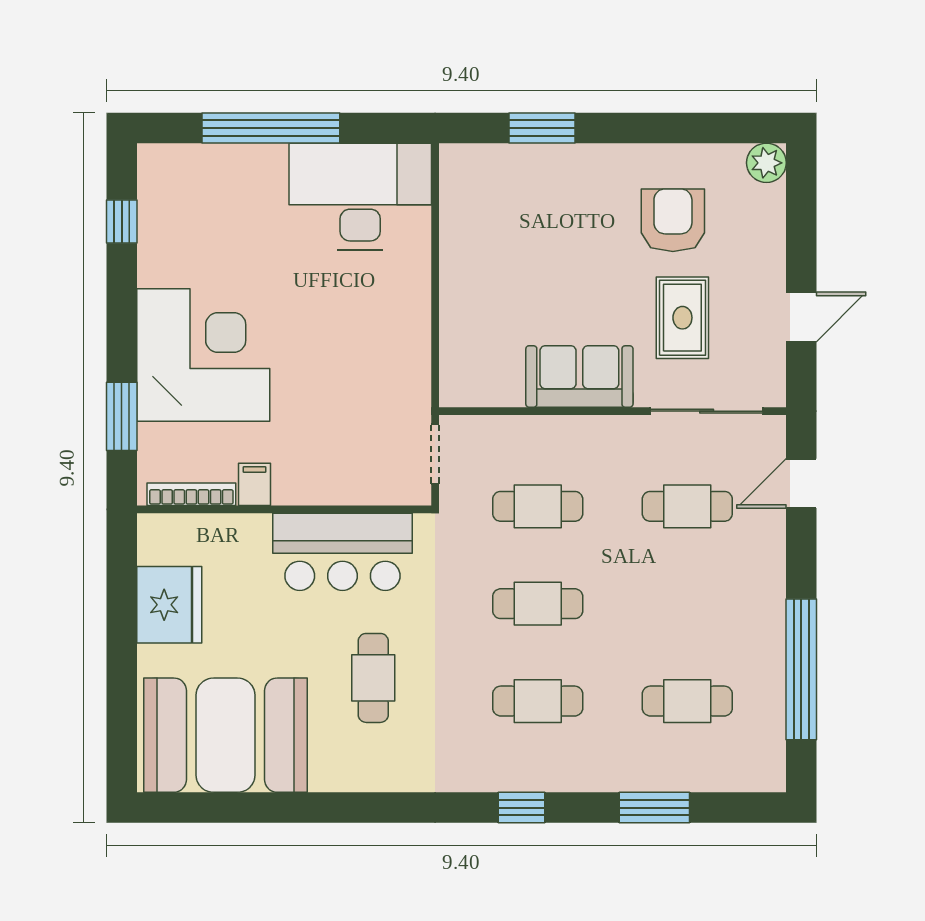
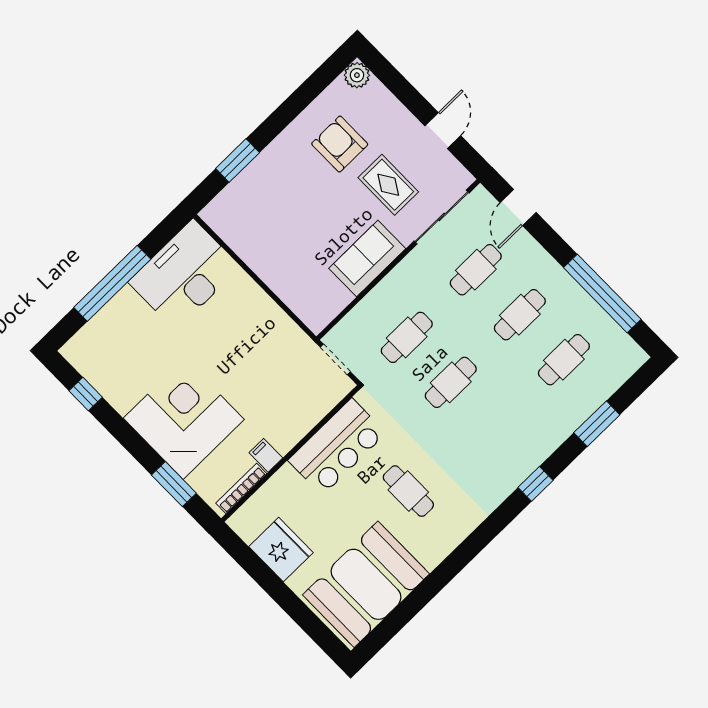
cafe table: (538, 701) -> (520, 315), moved

